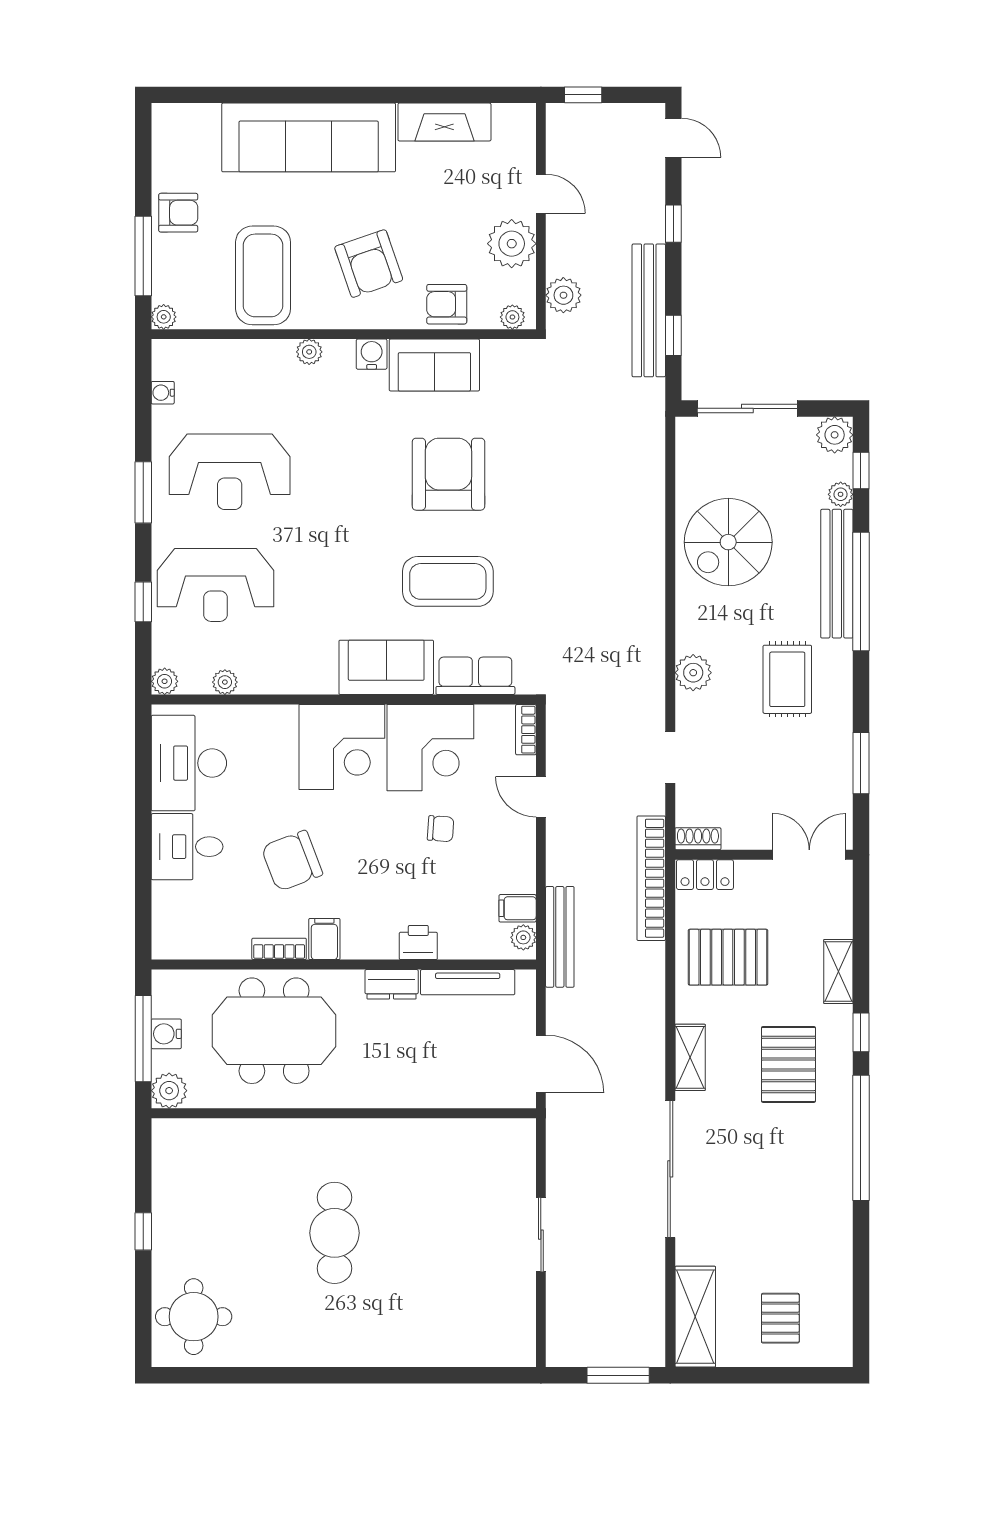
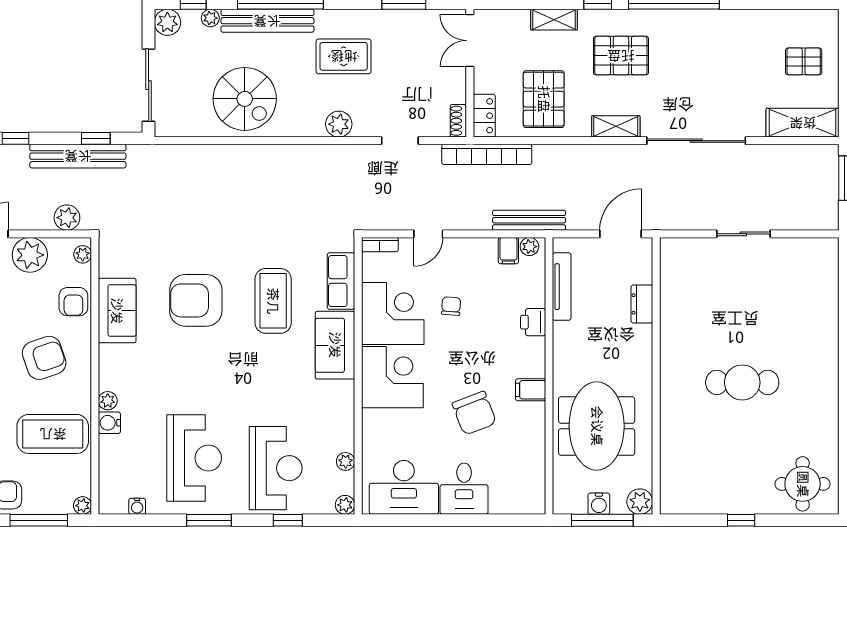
water cooler: (372, 354) -> (109, 423), moved
bookcase: (279, 949) -> (538, 422), removed
dresser: (392, 984) -> (642, 304), moved, turned 180

